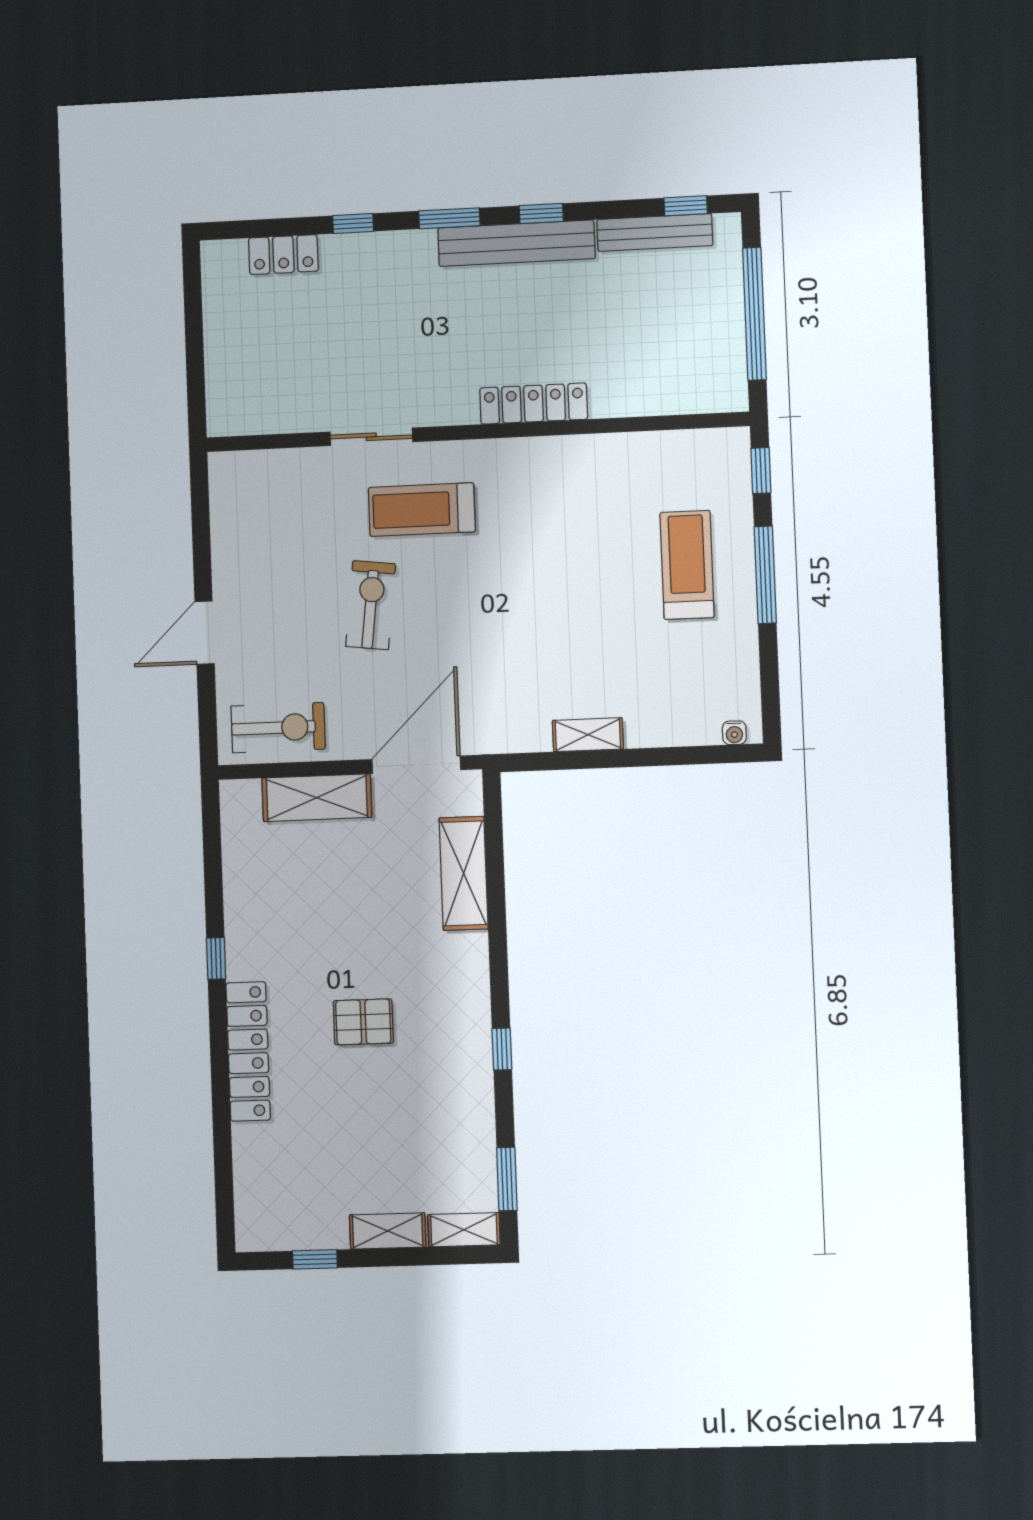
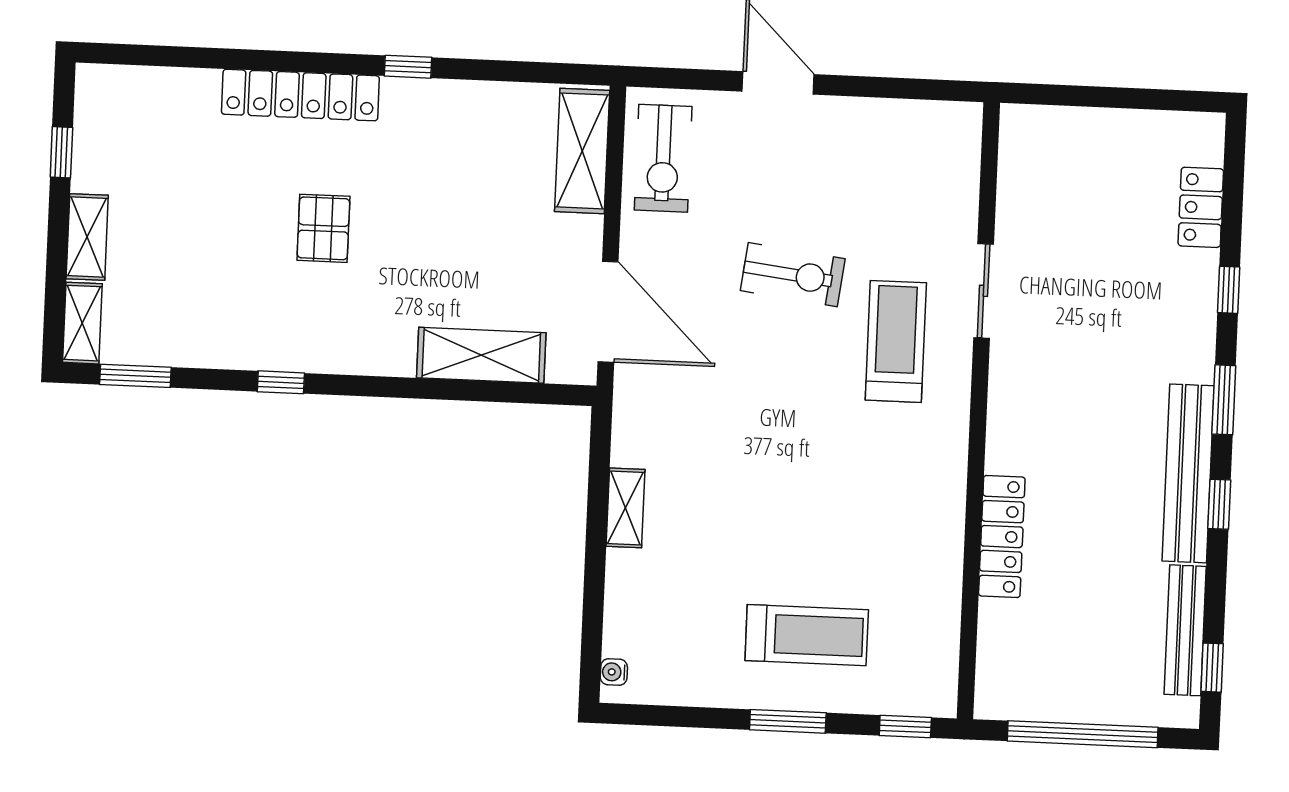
locker: (534, 404) -> (1002, 537), moved
window: (765, 575) -> (788, 721), width x0.69
shelving: (317, 798) -> (582, 151), moved

